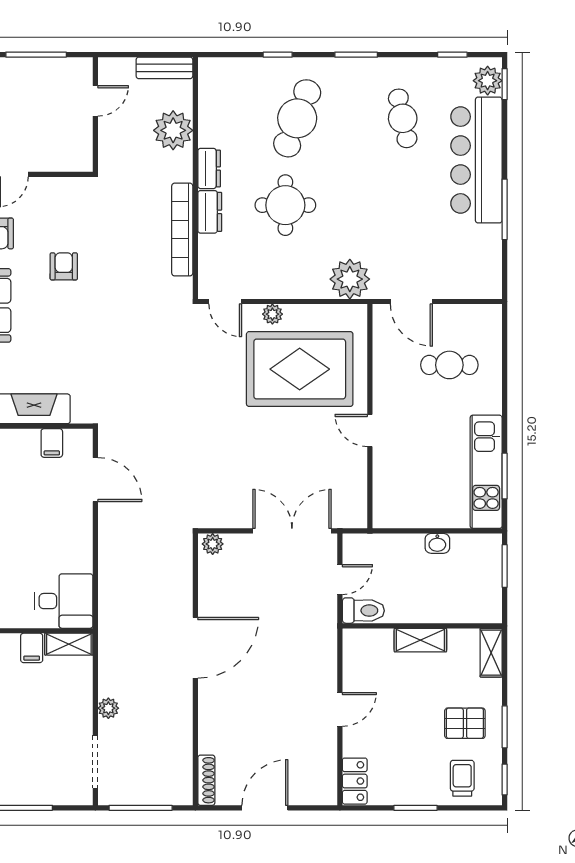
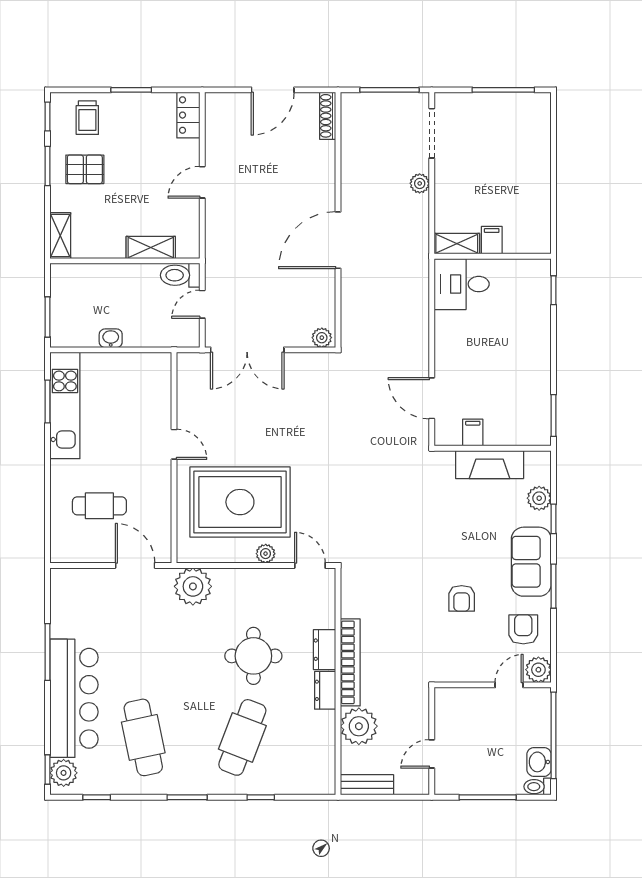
cafe table: (403, 118) -> (143, 737), width x1.37, depth x1.35
bookcase: (182, 230) -> (350, 662), moved
shelving: (420, 640) -> (151, 247), moved

